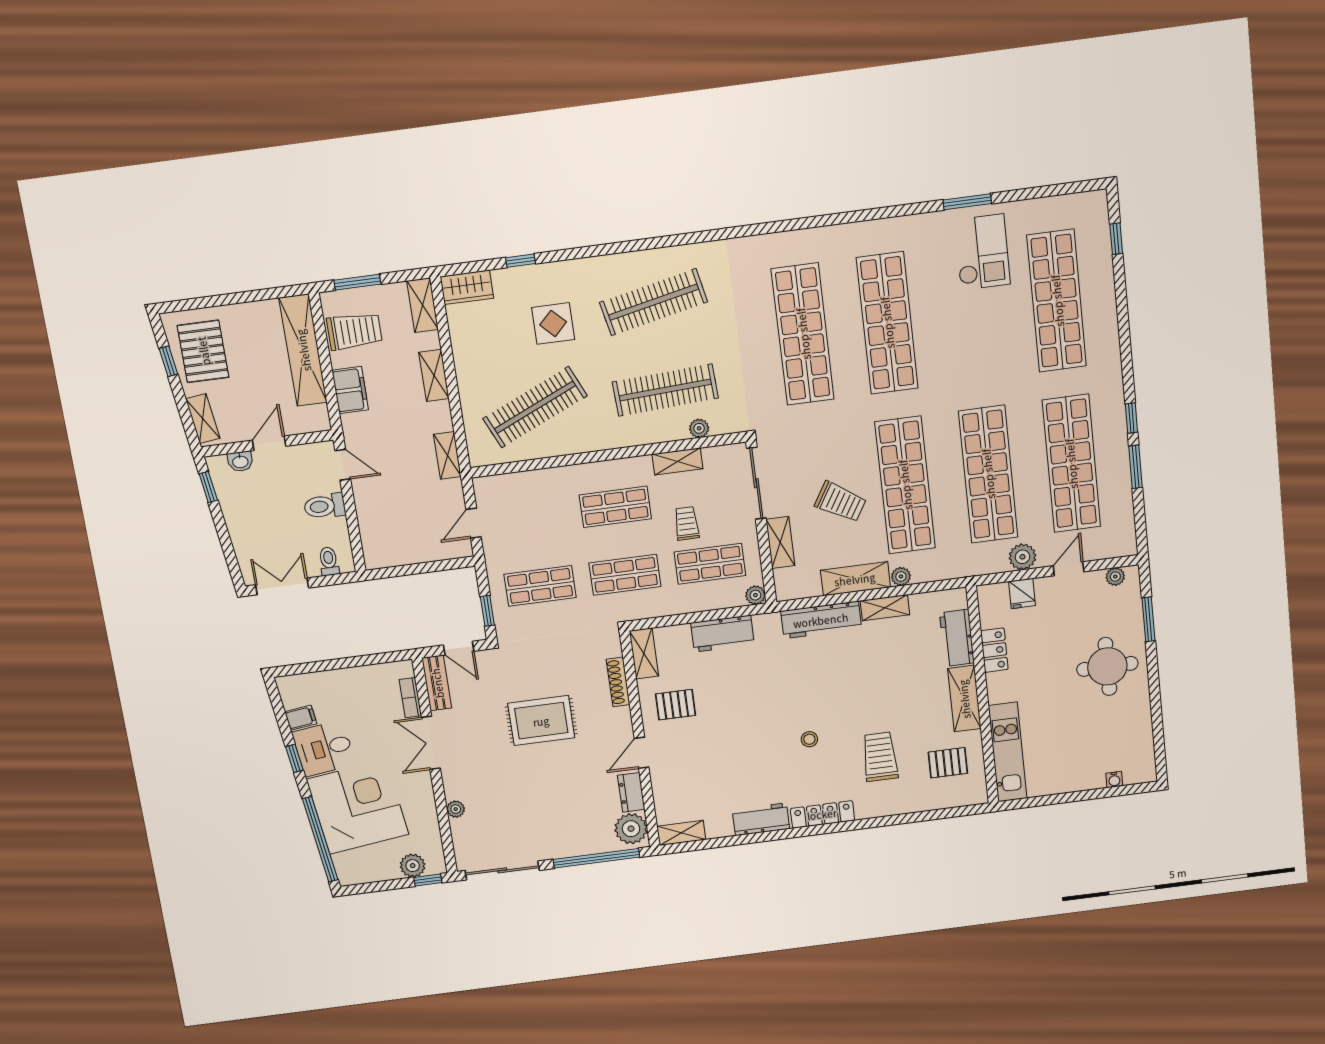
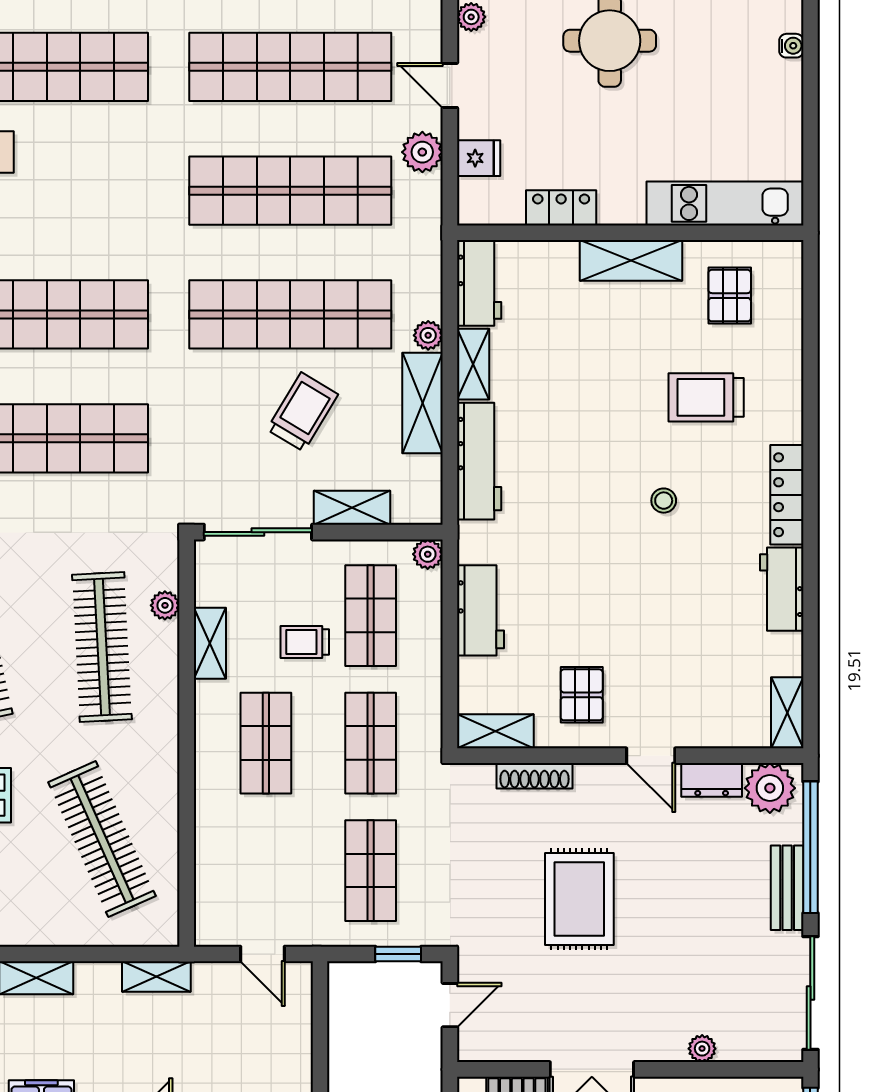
workbench: (957, 638) -> (479, 283), moved, turned -90
bench: (437, 683) -> (787, 888), moved, turned 90

